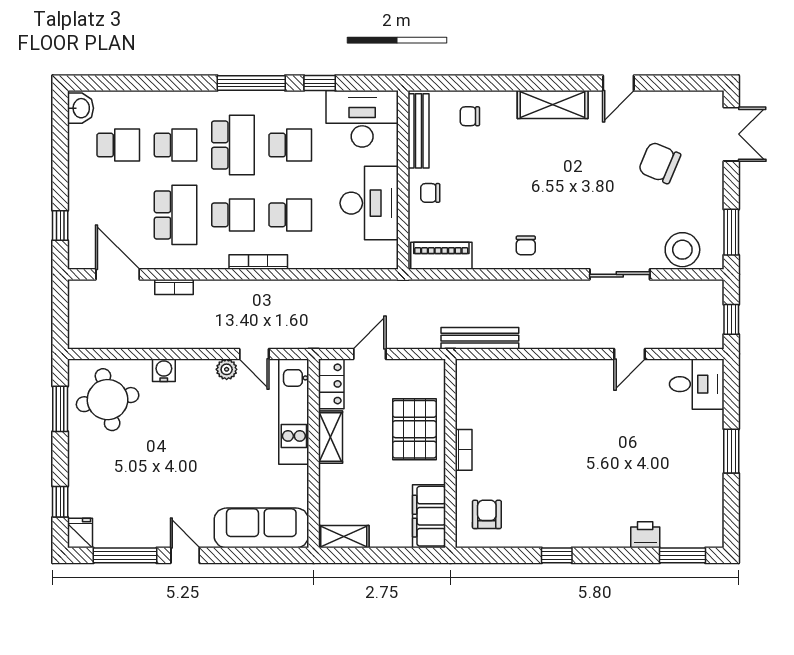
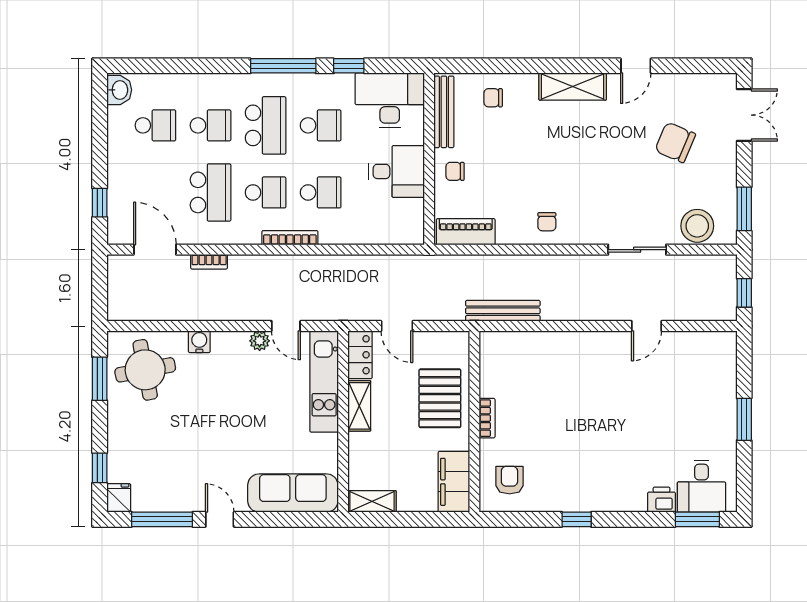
desk: (369, 203) -> (396, 171), width x0.73
door: (370, 354) -> (397, 326), swing flipped
desk: (697, 384) -> (701, 486), moved, turned 90

